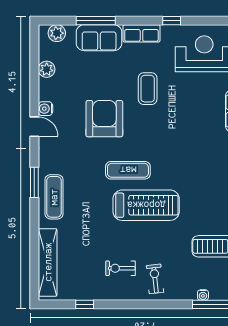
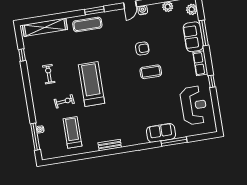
coffee table: (148, 89) -> (151, 72), moved
armchair: (104, 119) -> (142, 48), width x0.53, depth x0.53
exercise mat: (128, 170) -> (112, 69), removed
treadmill: (146, 205) -> (91, 84), turned 180
exercise bike: (155, 279) -> (64, 101), moved

